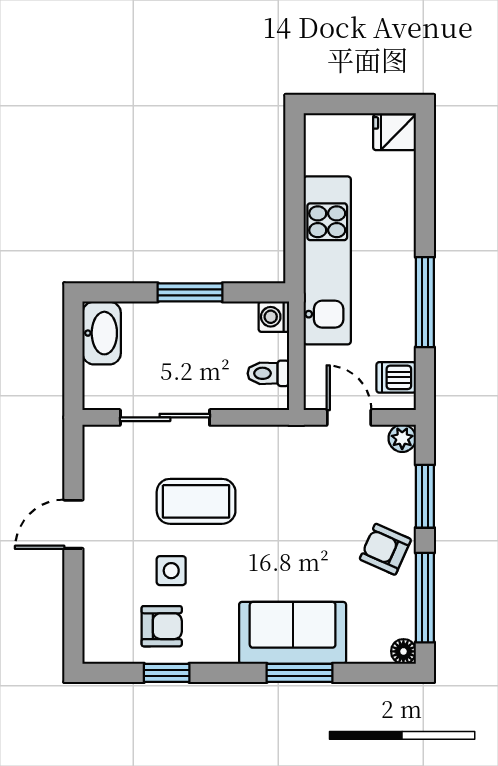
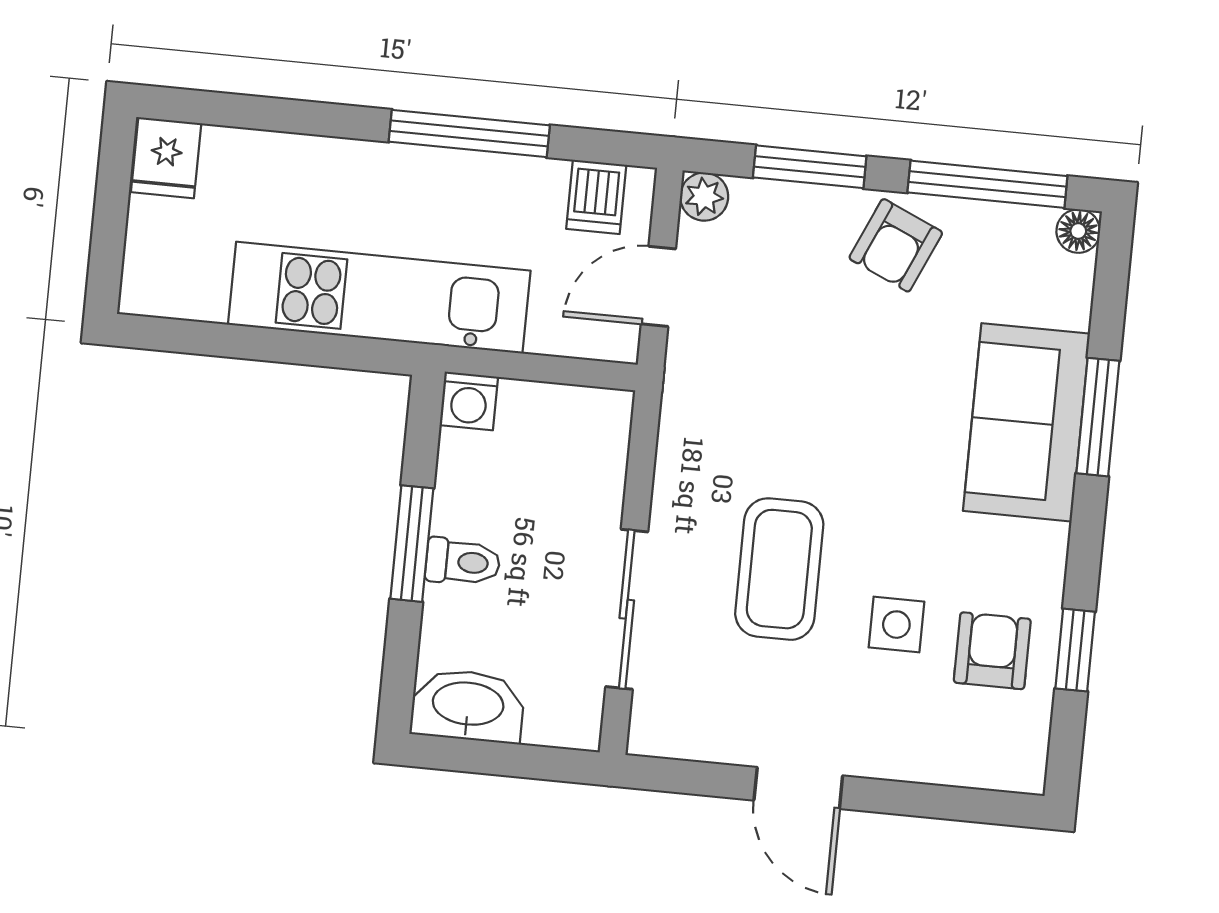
toilet: (268, 373) -> (463, 562), moved, turned -90

